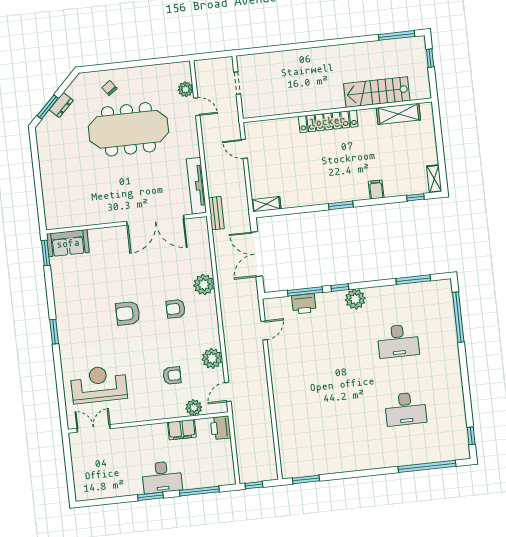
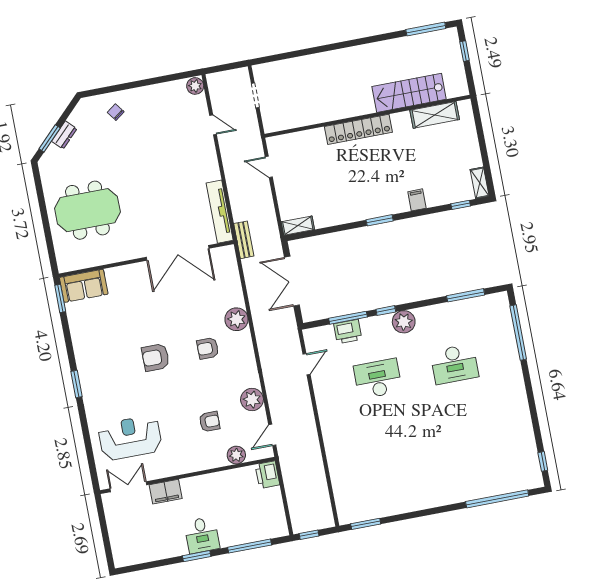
plant: (185, 89) -> (195, 86), moved
meeting table: (128, 129) -> (87, 210), moved, width x0.73
desk: (405, 409) -> (378, 379), moved, turned 180
filing cabinet: (182, 430) -> (166, 492), moved
desk: (162, 477) -> (202, 535), width x0.73

